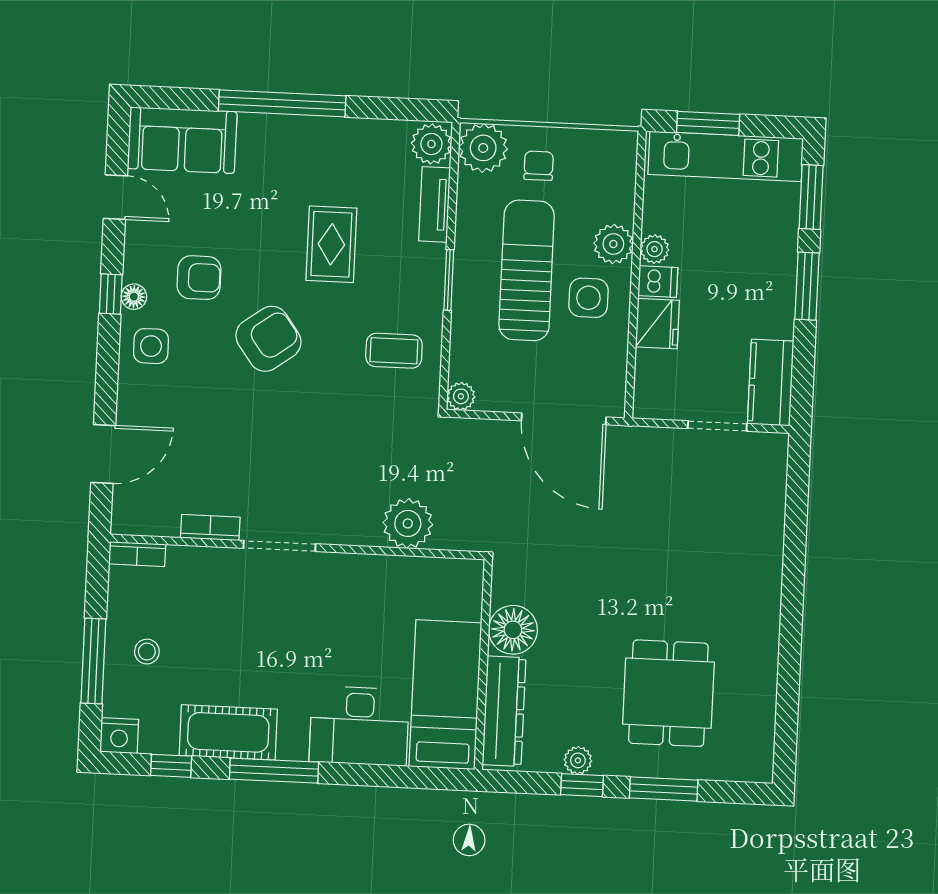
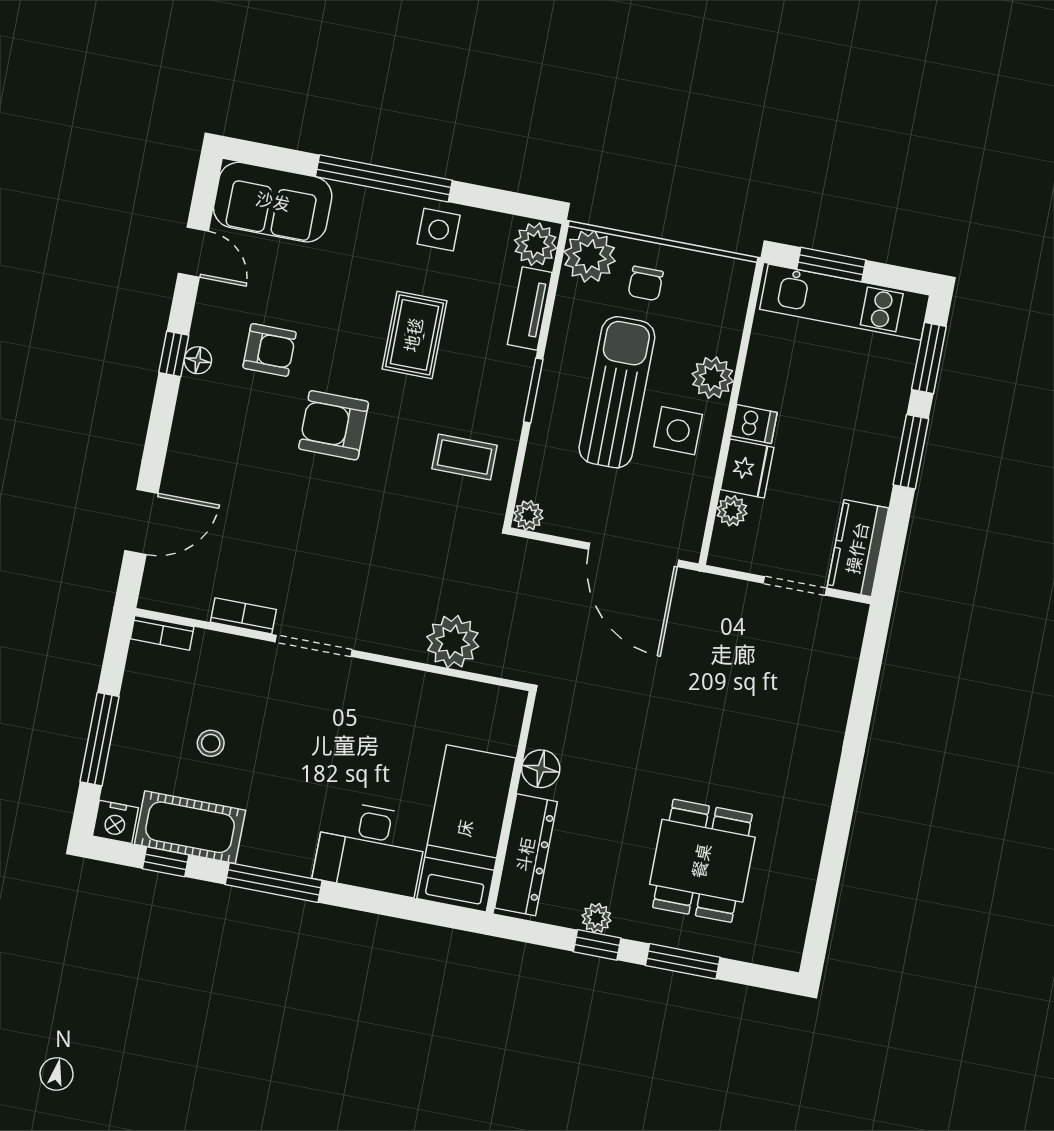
chair: (539, 166) -> (646, 283), turned 180
plant: (655, 249) -> (732, 511), moved
armchair: (268, 339) -> (334, 425), turned -144
side table: (151, 346) -> (439, 230), moved
floor lamp: (513, 630) -> (541, 769), width x0.73, depth x0.73
stool: (147, 652) -> (211, 743), moved
cot: (228, 732) -> (190, 827), moved

